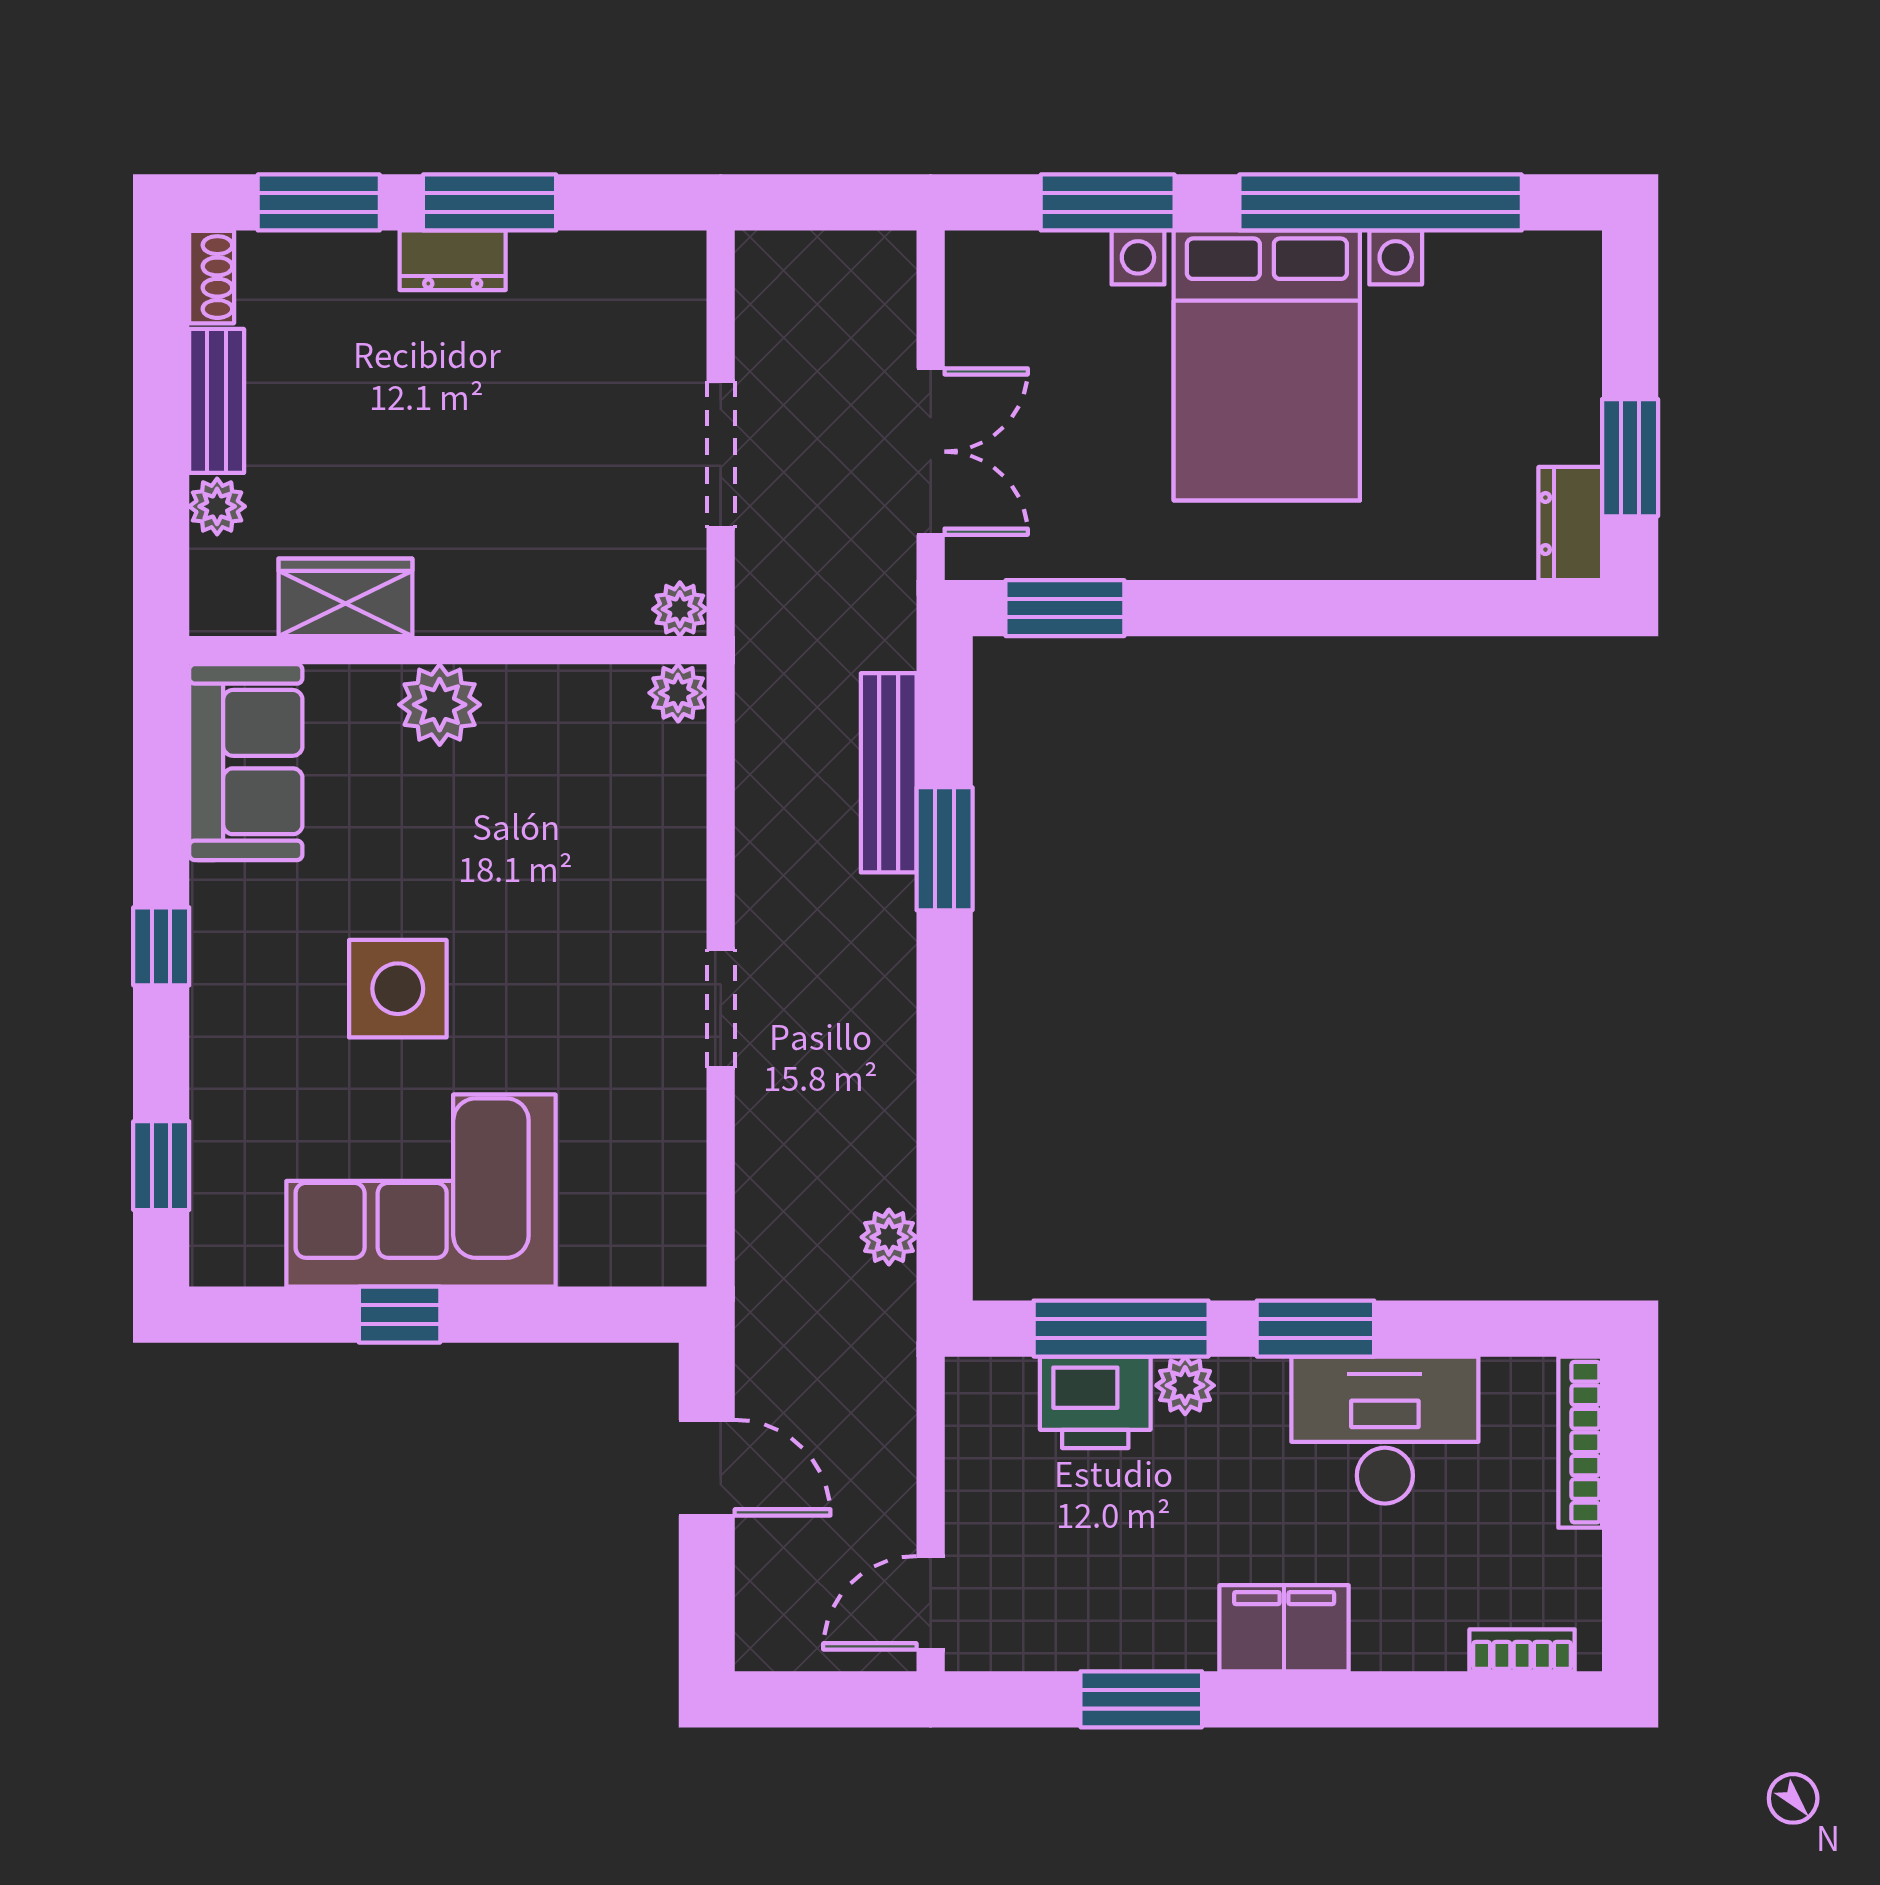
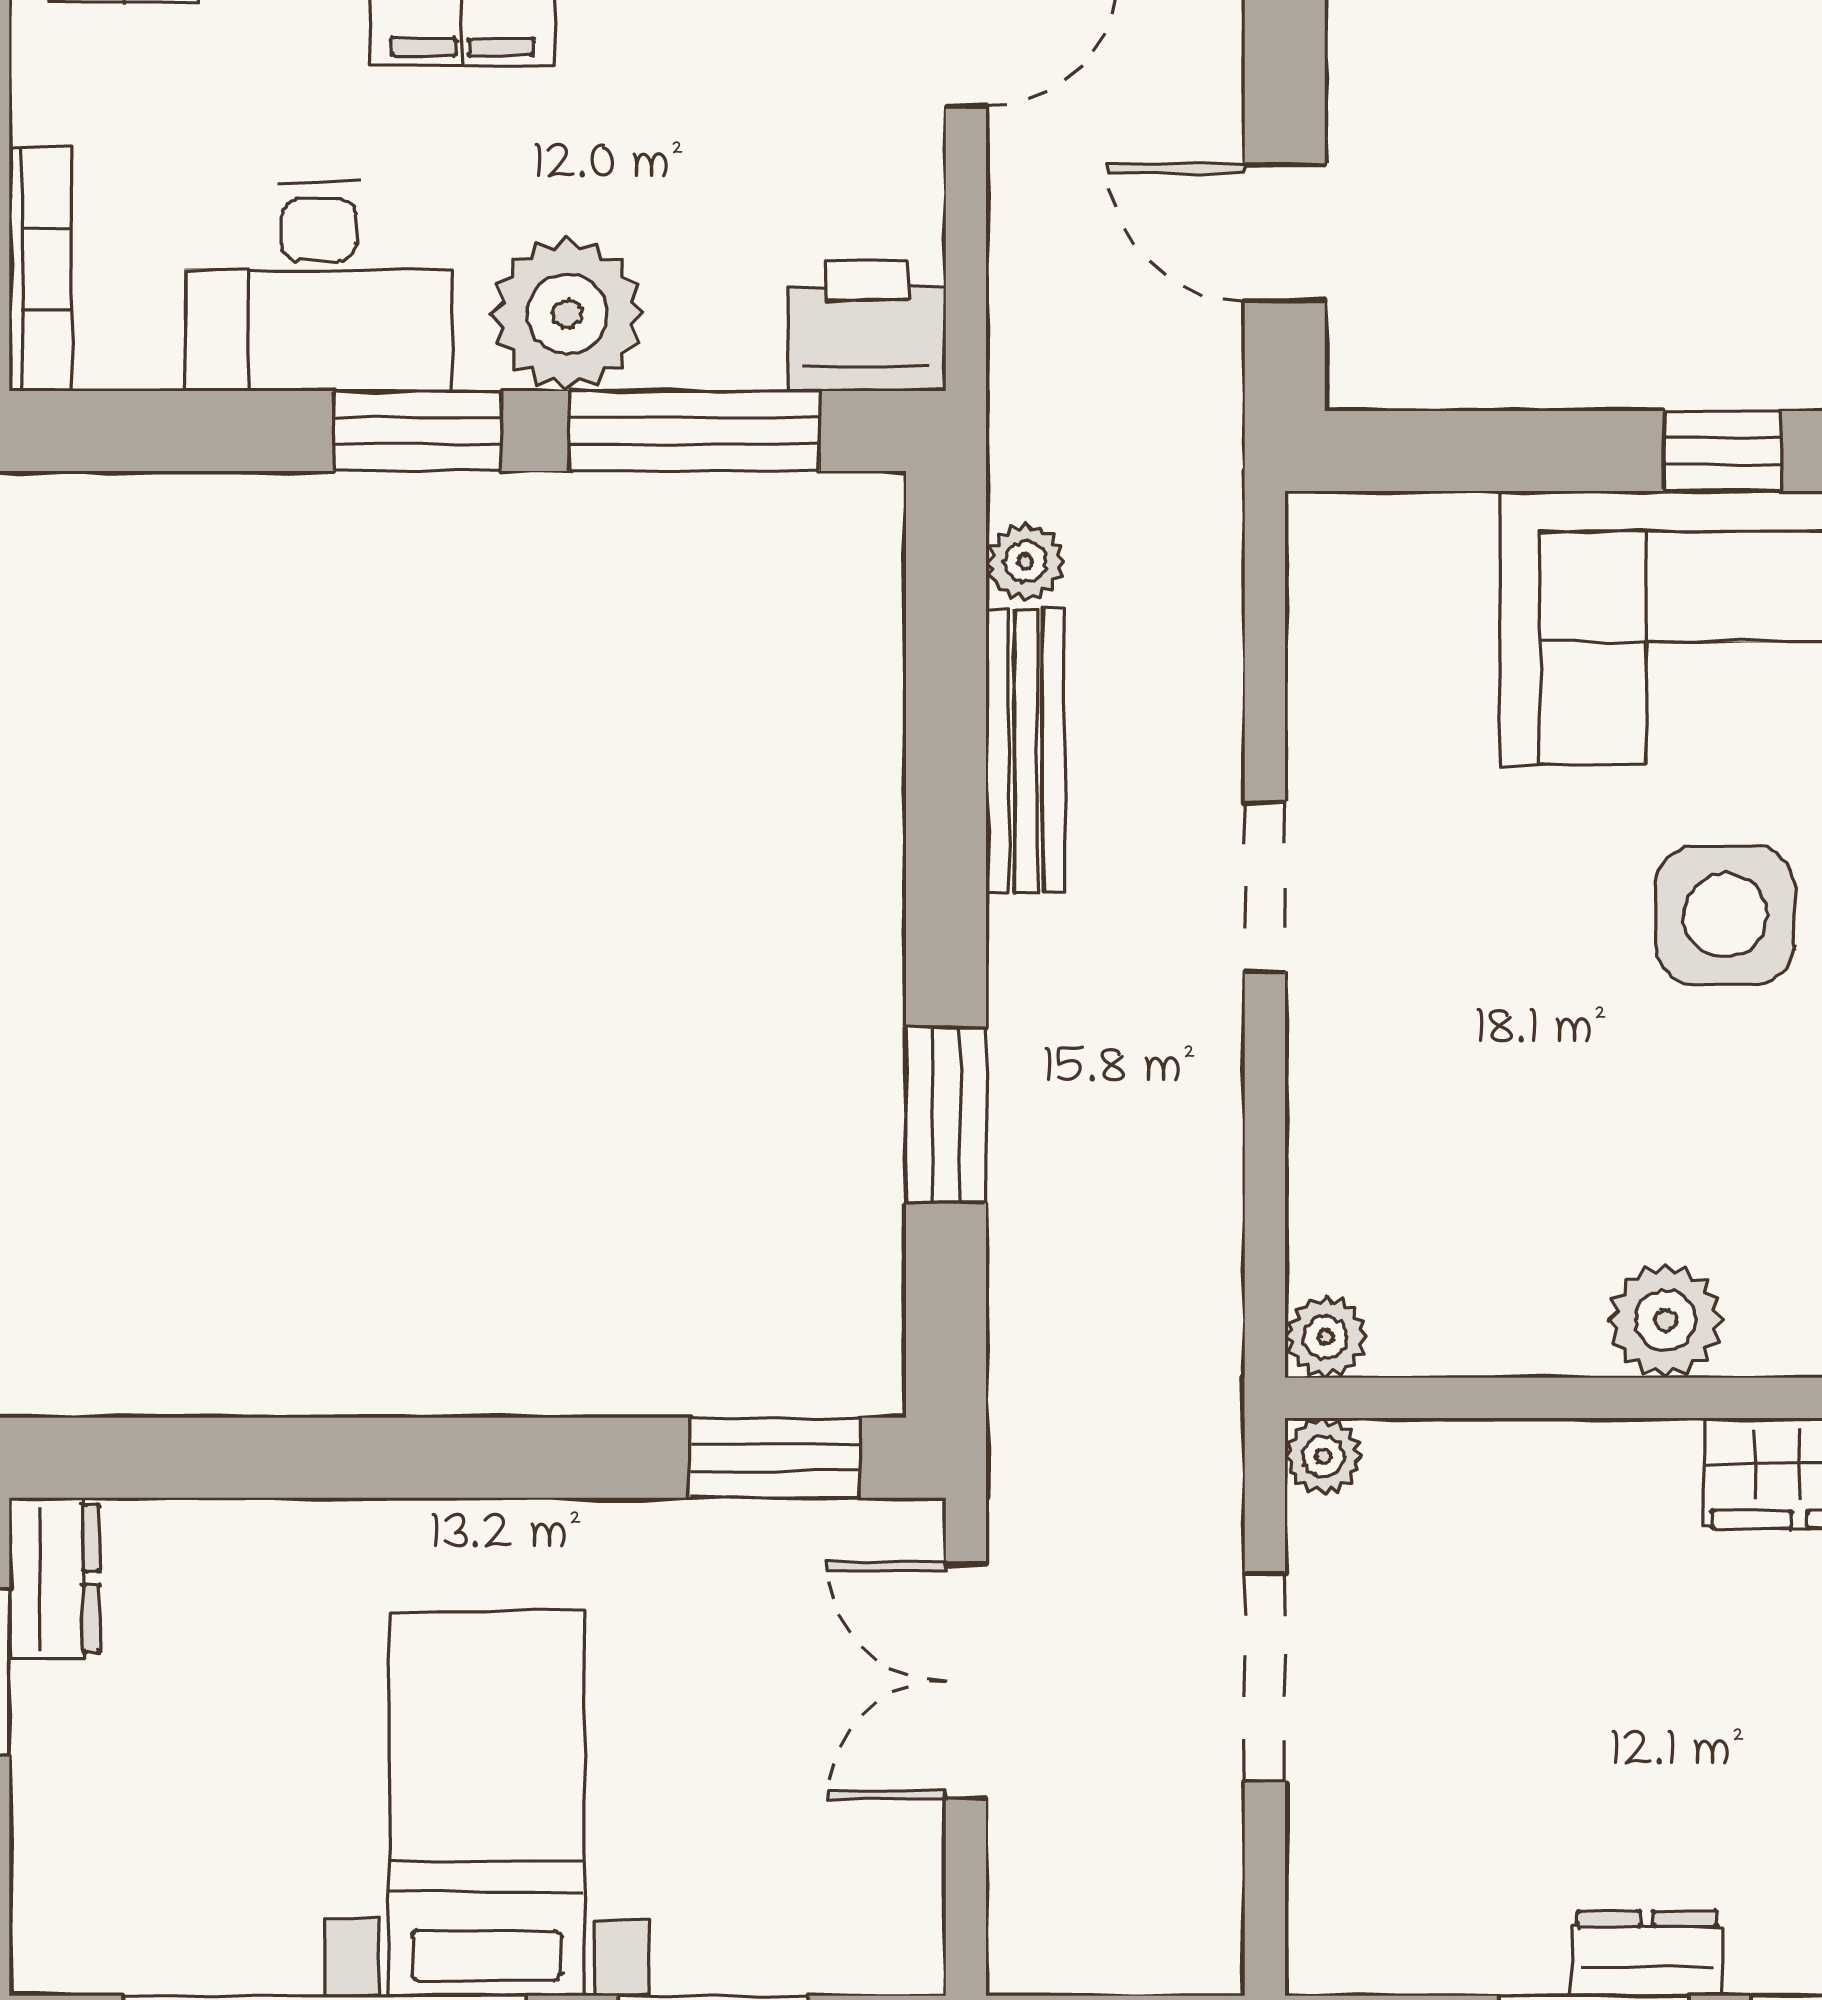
bed with nightstands: (1267, 365) -> (487, 1804), width x0.73
bench: (889, 773) -> (1026, 751), moved
plant: (1185, 1385) -> (567, 314), width x1.87, depth x1.87
printer: (1095, 1402) -> (867, 326), moved

